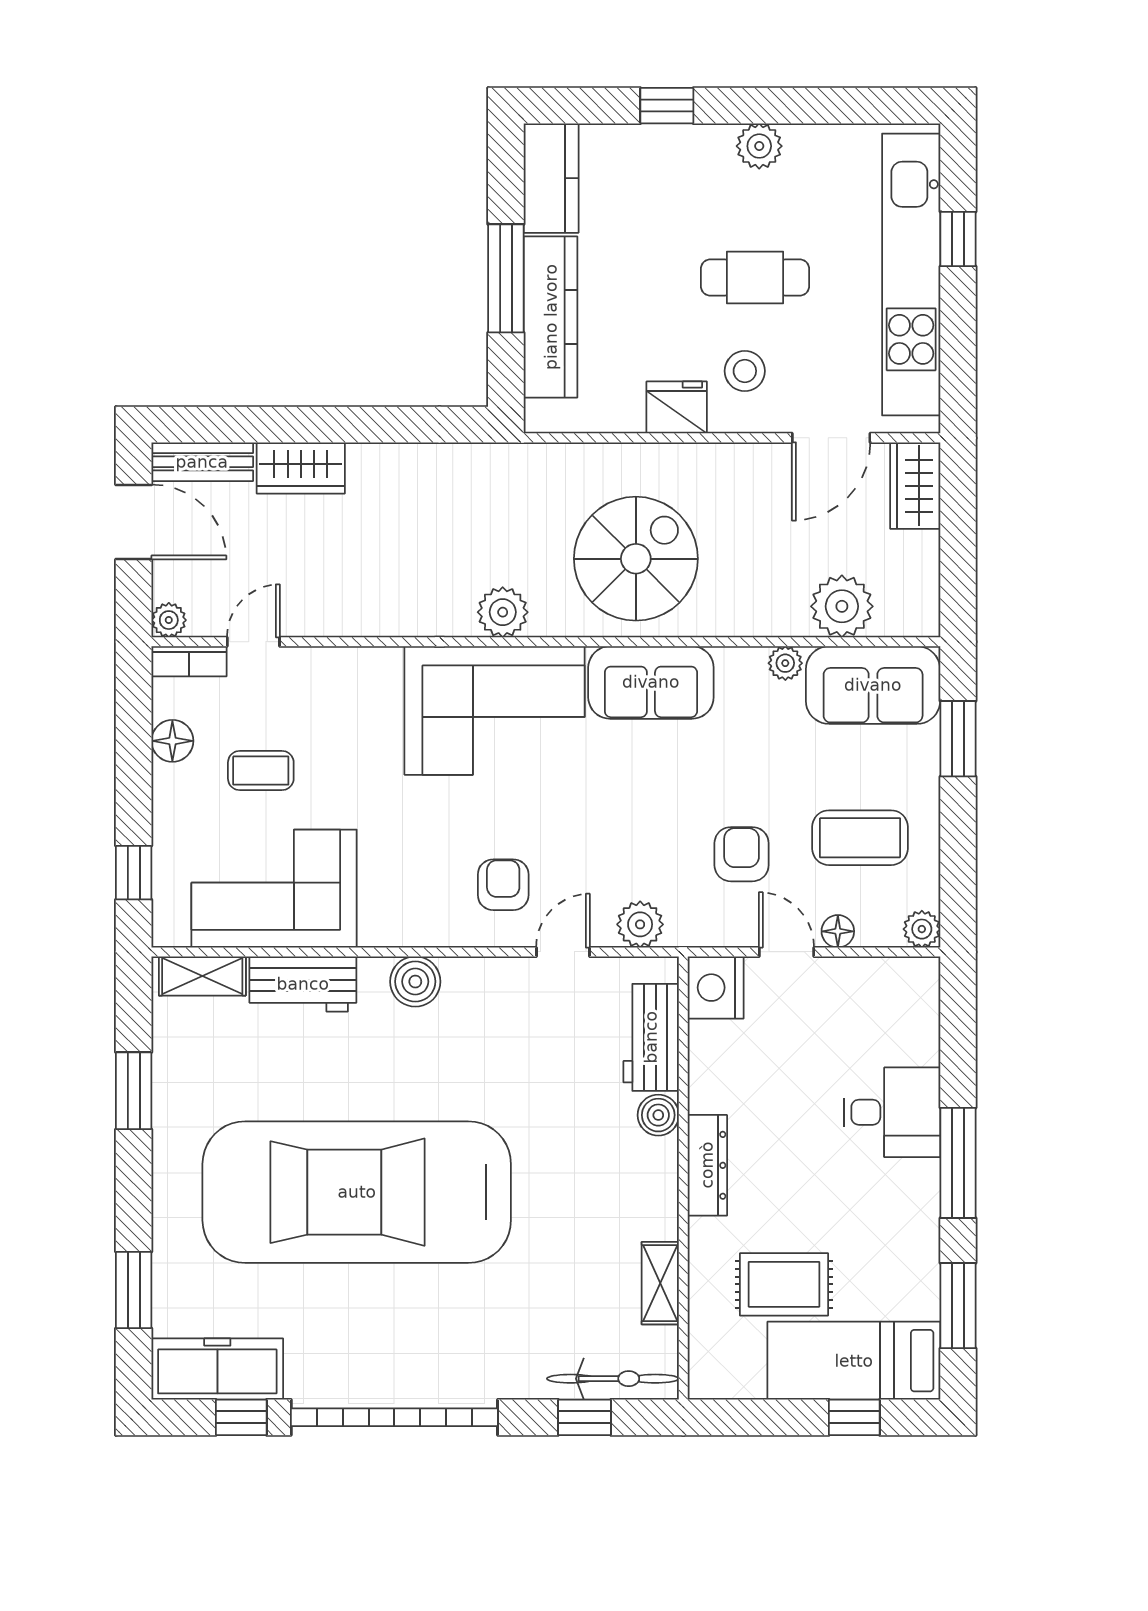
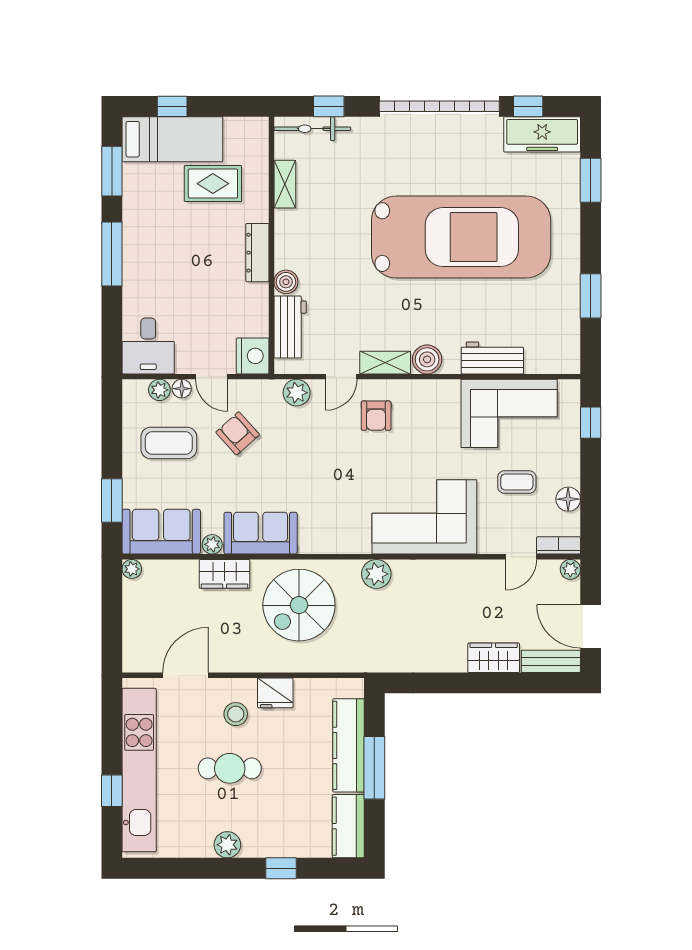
wardrobe: (915, 486) -> (225, 574), moved, turned 90
plant: (842, 606) -> (132, 569), moved, width x0.53, depth x0.53
sofa: (651, 682) -> (261, 533), moved
corner sofa: (495, 710) -> (424, 517), moved
armchair: (742, 854) -> (238, 433), turned 138
plant: (922, 929) -> (159, 390), moved
shelving: (202, 976) -> (385, 363), moved
desk: (892, 1112) -> (148, 346), moved, turned -90

